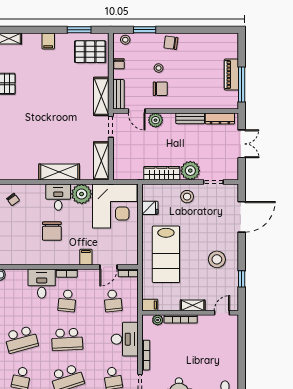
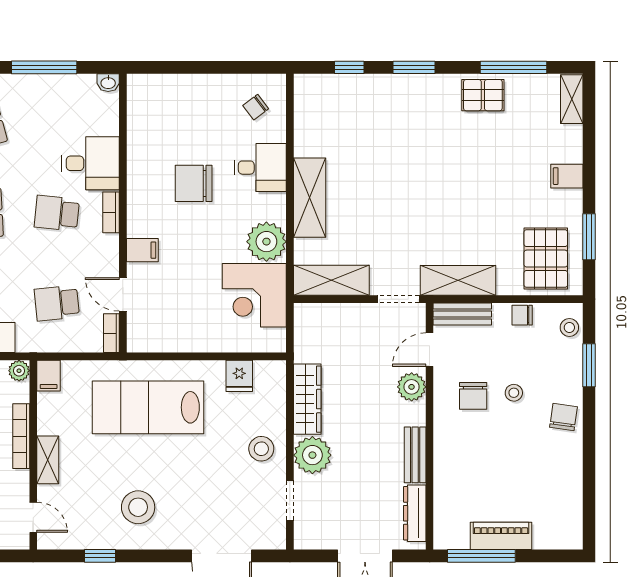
desk: (58, 197) -> (260, 168), moved
corner desk: (115, 206) -> (254, 295), width x0.74, depth x0.74
plant: (158, 320) -> (19, 371), moved

